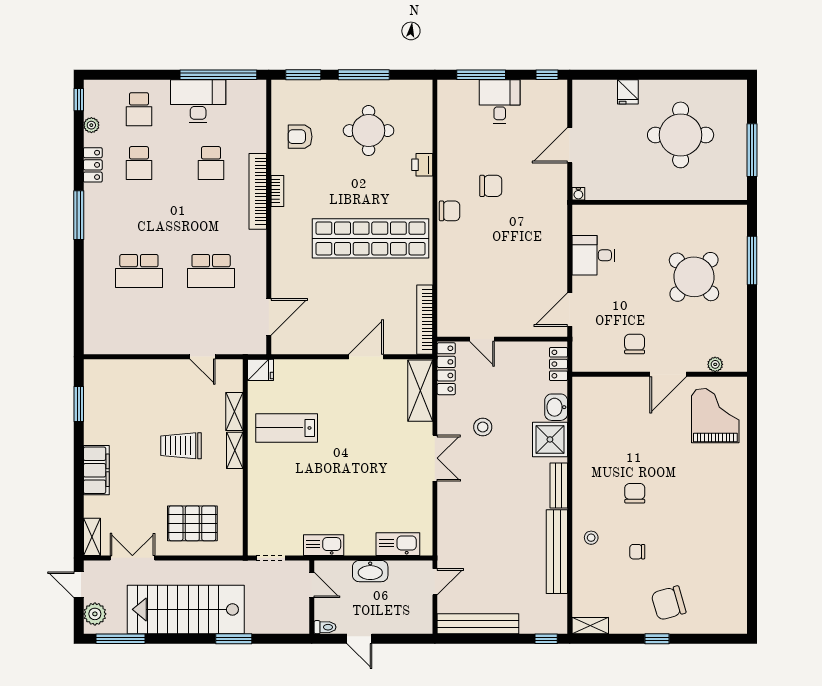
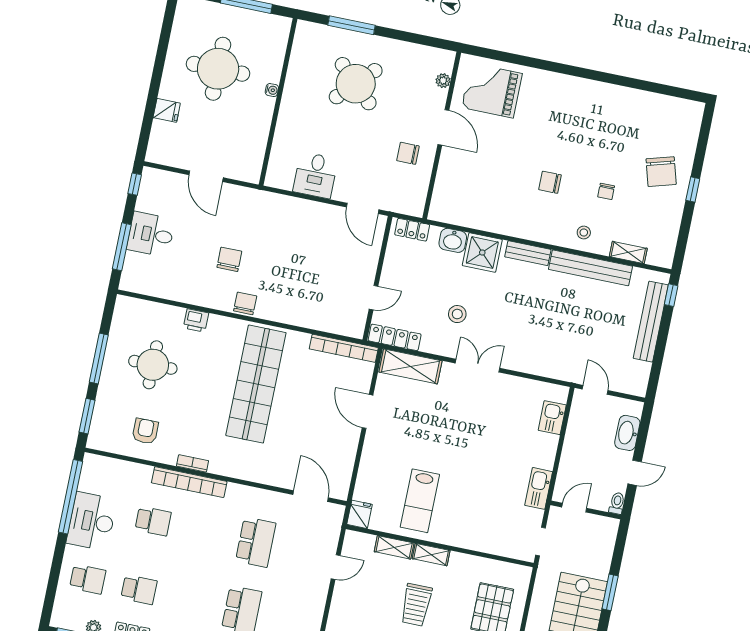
armchair: (300, 137) -> (145, 431), turned 180
water cooler: (578, 194) -> (272, 90), moved
kitchen sink: (398, 544) -> (552, 418), width x0.73
washbasin: (370, 571) -> (627, 433), moved, turned 180
bench: (478, 624) -> (651, 322), moved
shelving: (590, 626) -> (628, 252), moved, turned 90

